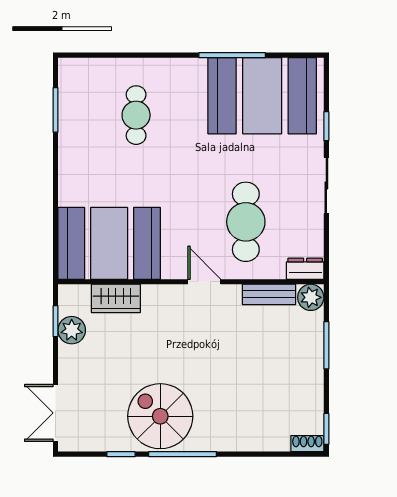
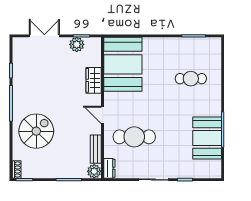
booth: (262, 96) -> (207, 138), width x0.73, depth x0.70
door: (204, 282) -> (102, 115), swing flipped
wardrobe: (116, 298) -> (94, 80), moved
double door: (56, 413) -> (44, 36), moved
spiral stairs: (160, 416) -> (36, 131), moved

